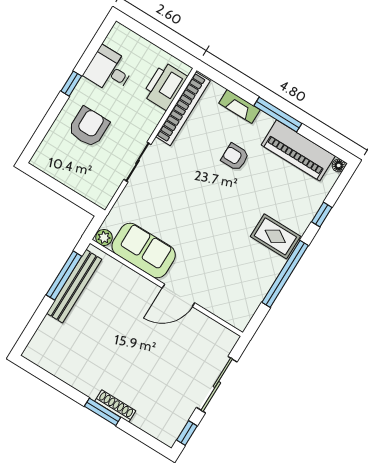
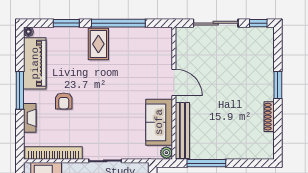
window: (322, 215) -> (66, 23), width x1.50
bench: (74, 286) -> (182, 131), moved, turned 90
shoe rack: (115, 406) -> (269, 117), moved

